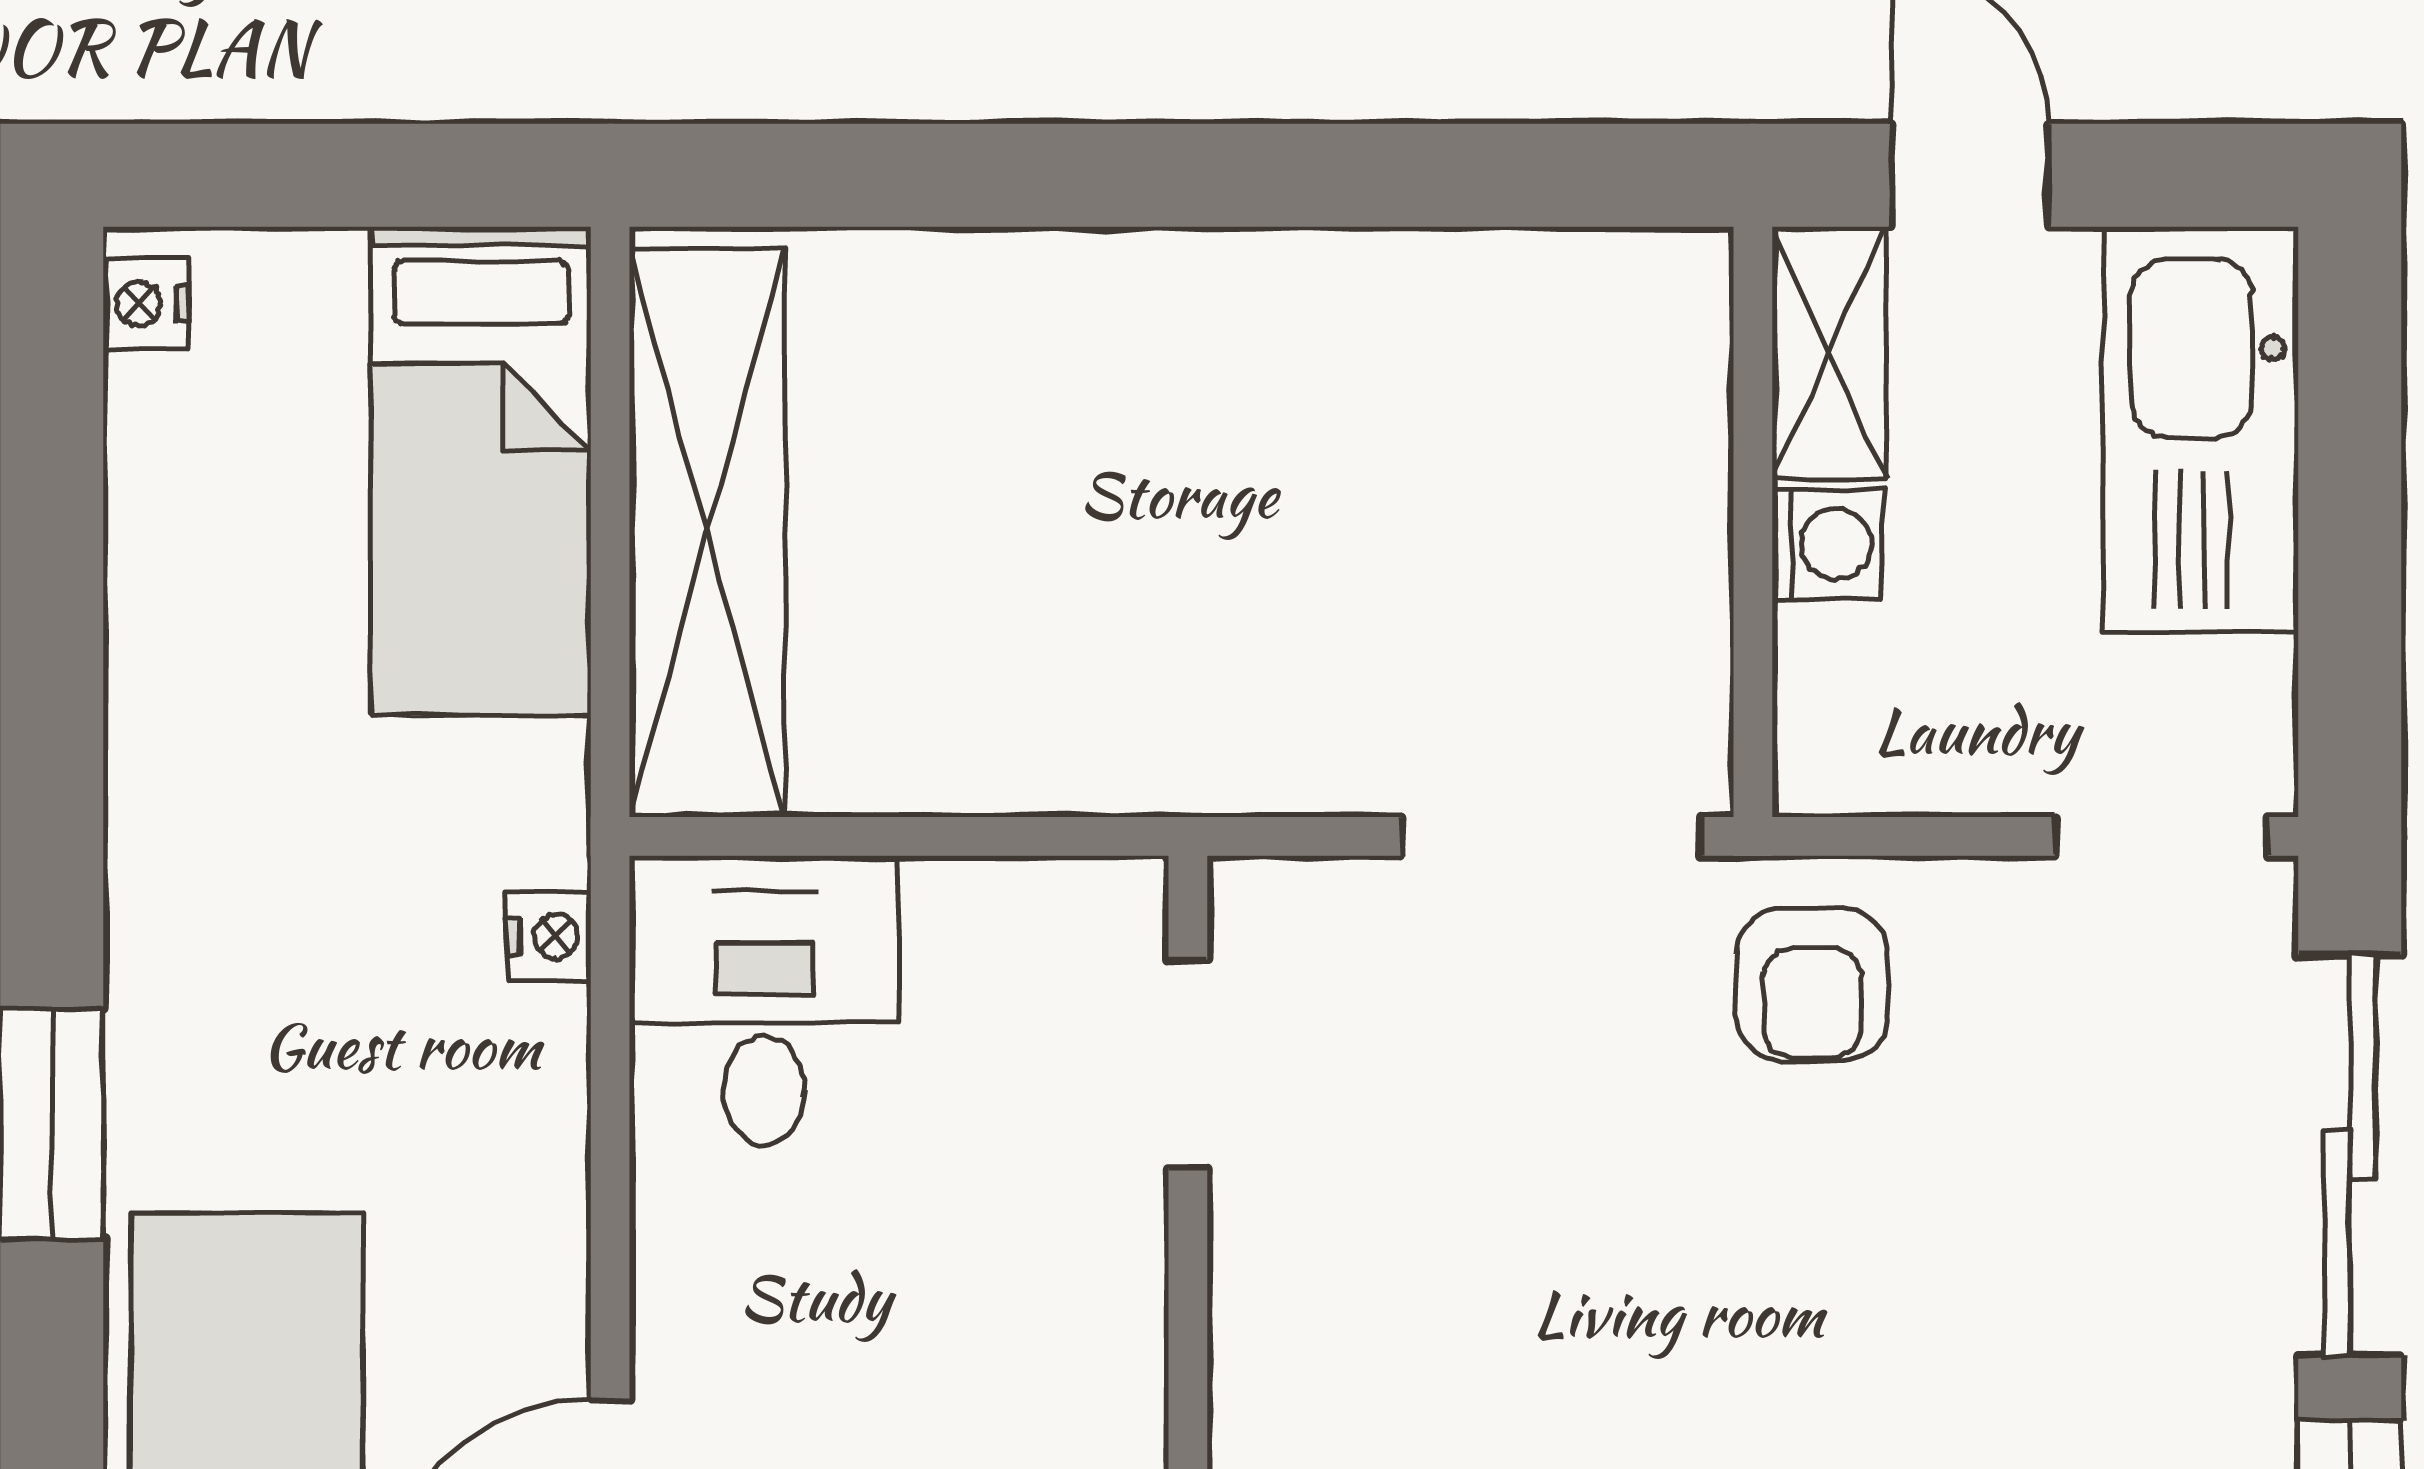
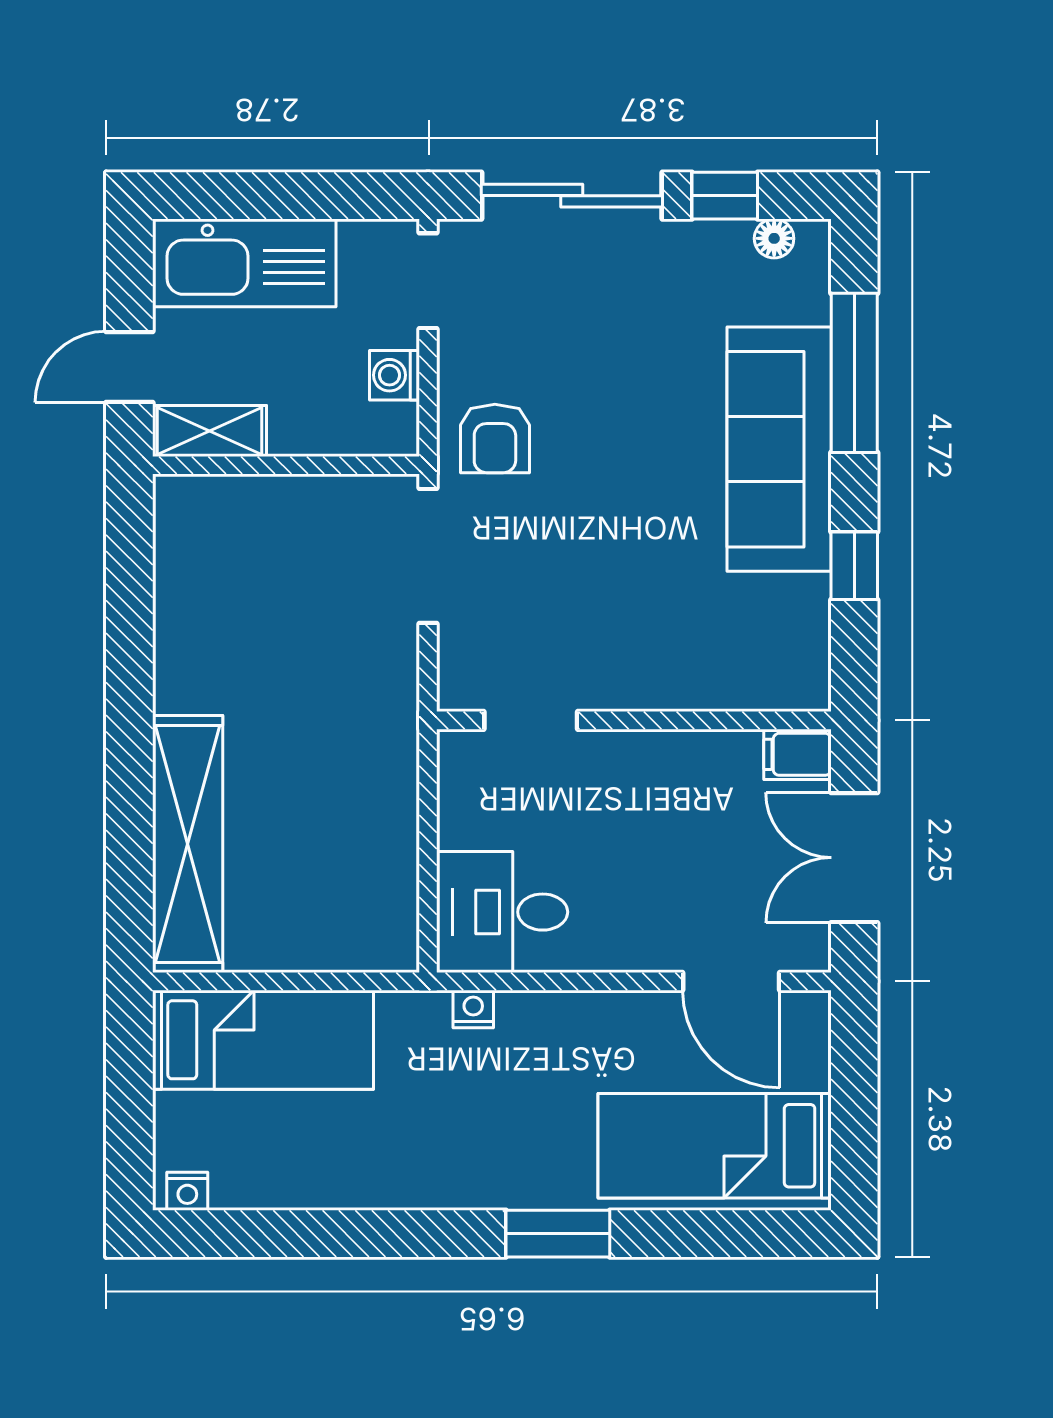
shelving: (707, 532) -> (188, 844), moved, turned 90
washing machine: (1827, 544) -> (394, 375), moved, turned -90
armchair: (1812, 985) -> (495, 438), turned 90

